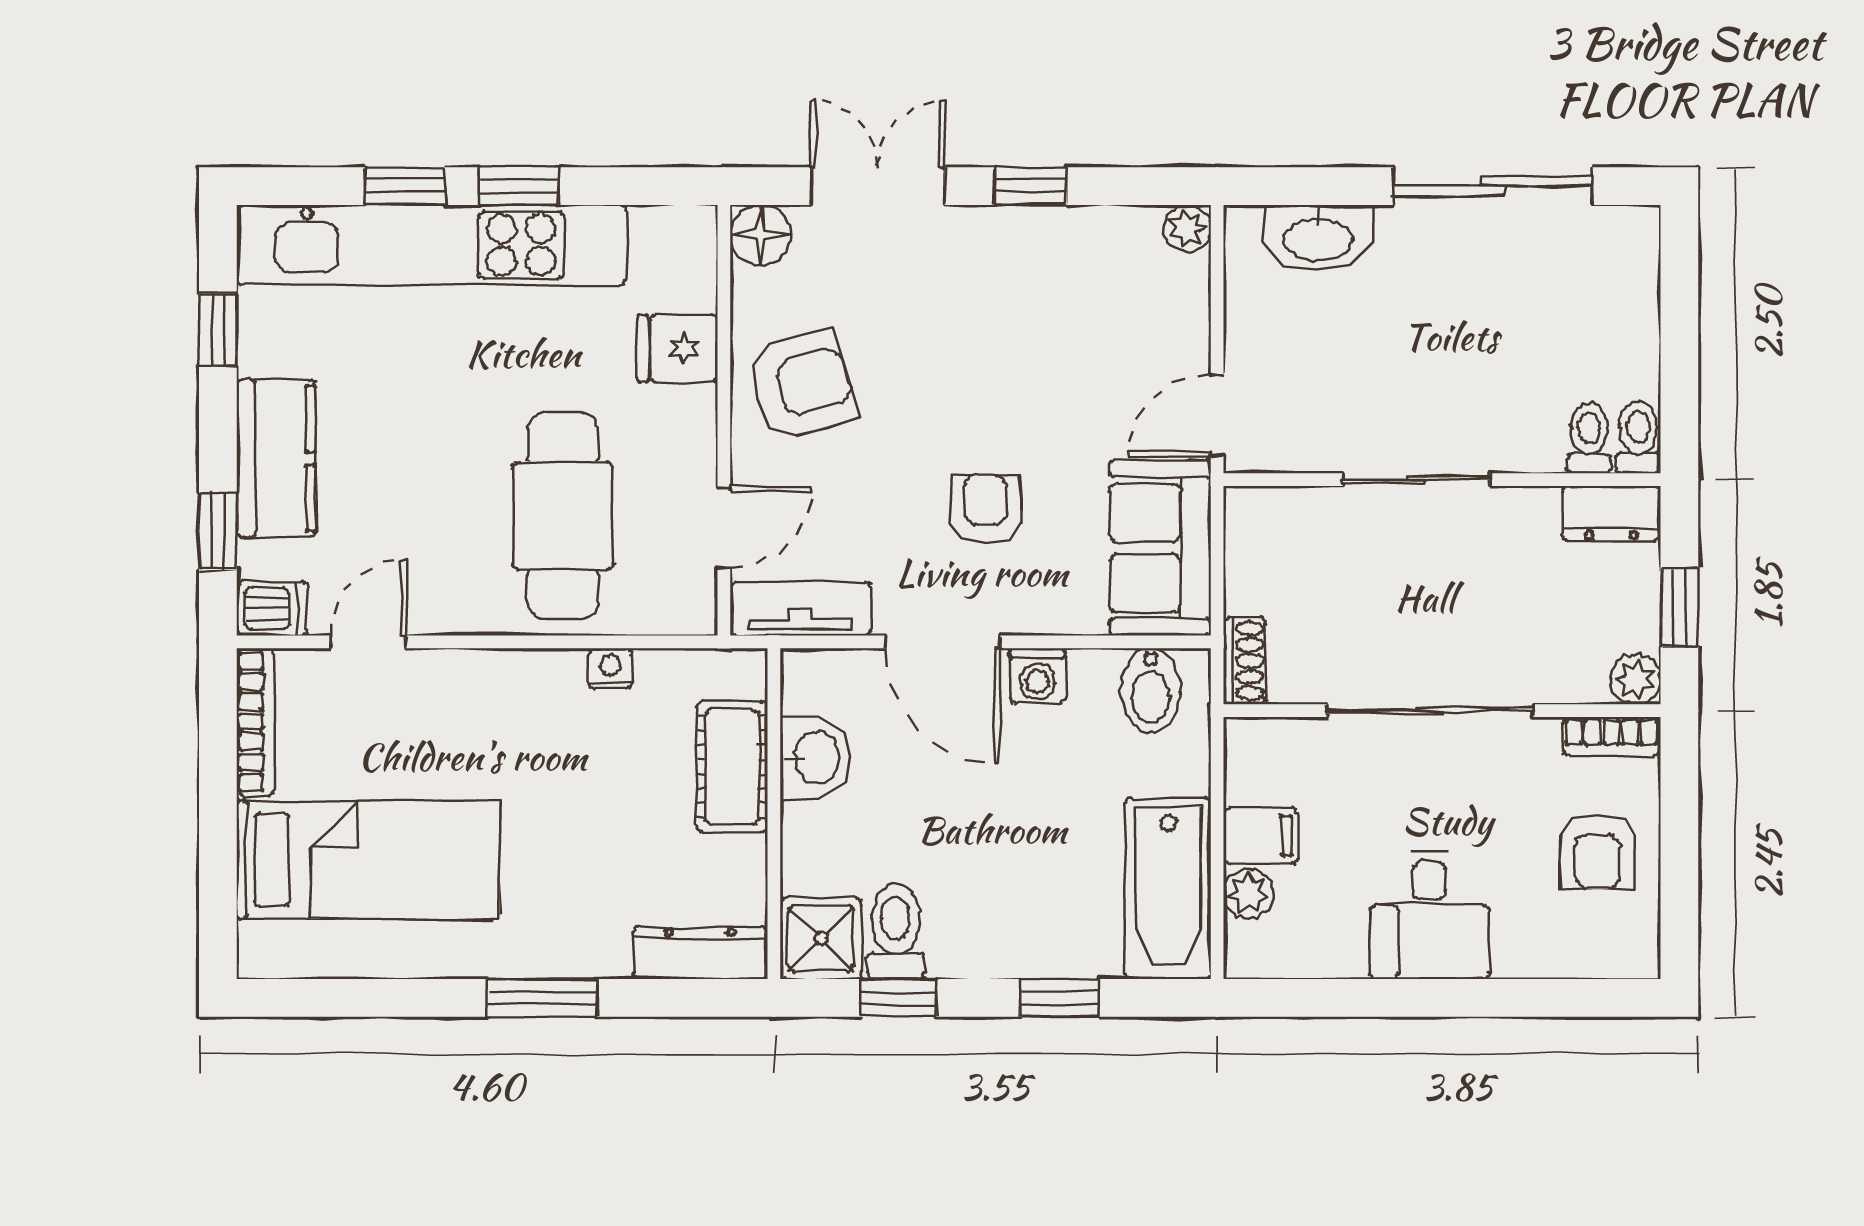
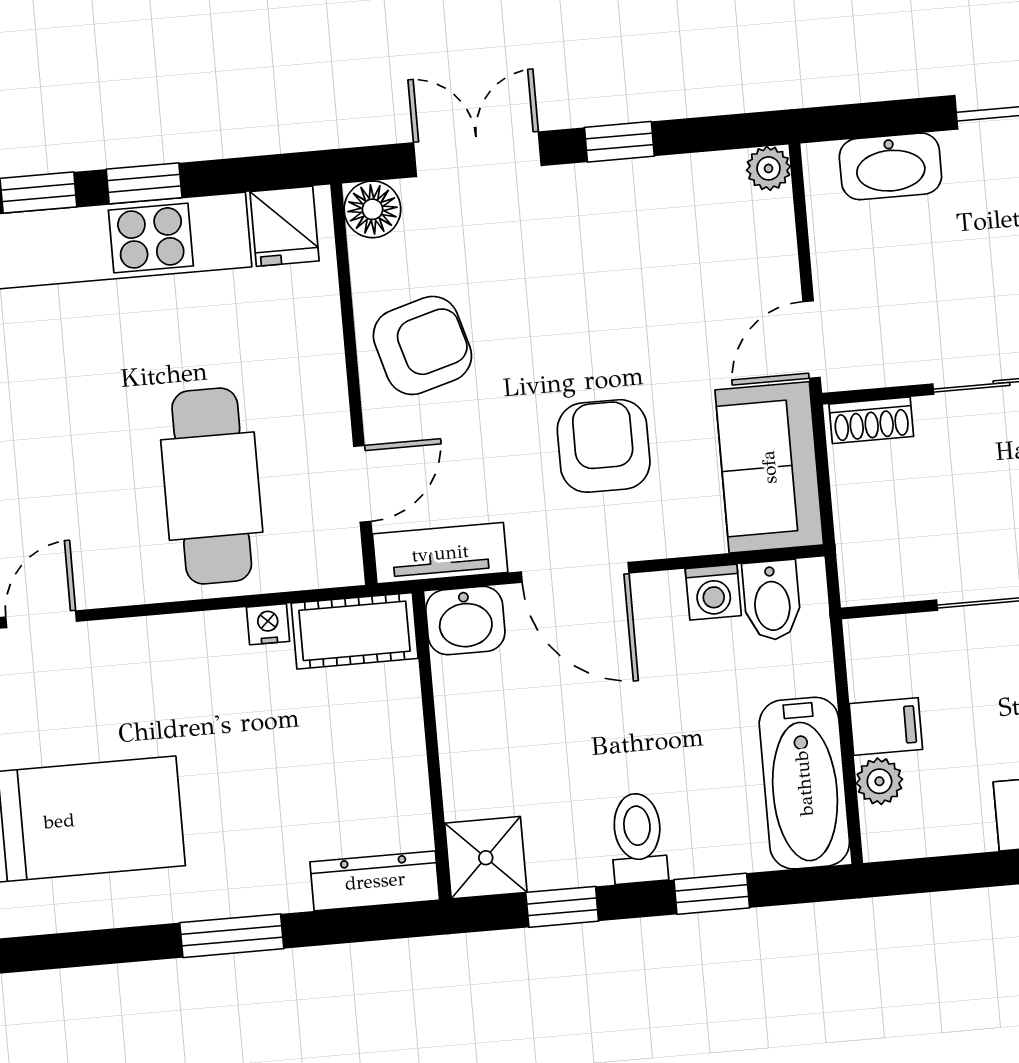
fridge: (677, 348) -> (285, 226), moved, turned -90
armchair: (985, 510) -> (604, 446), width x1.38, depth x1.38
shoe rack: (1245, 661) -> (871, 420), moved, turned 90
washing machine: (1037, 676) -> (713, 592), moved
washbasin: (815, 758) -> (465, 621), moved, turned 90
cot: (732, 767) -> (355, 631), moved, turned 90
toilet: (896, 932) -> (638, 838), moved

